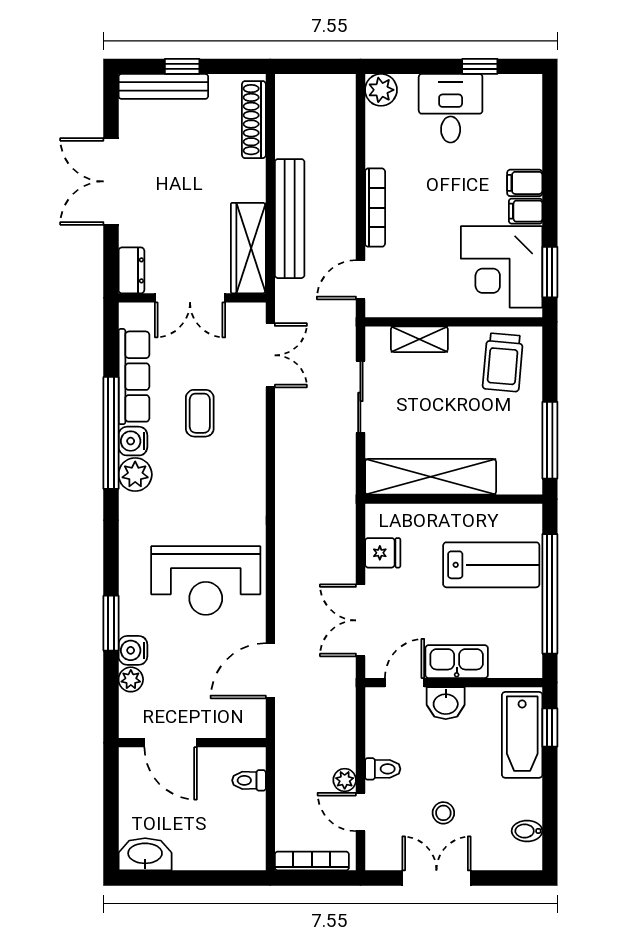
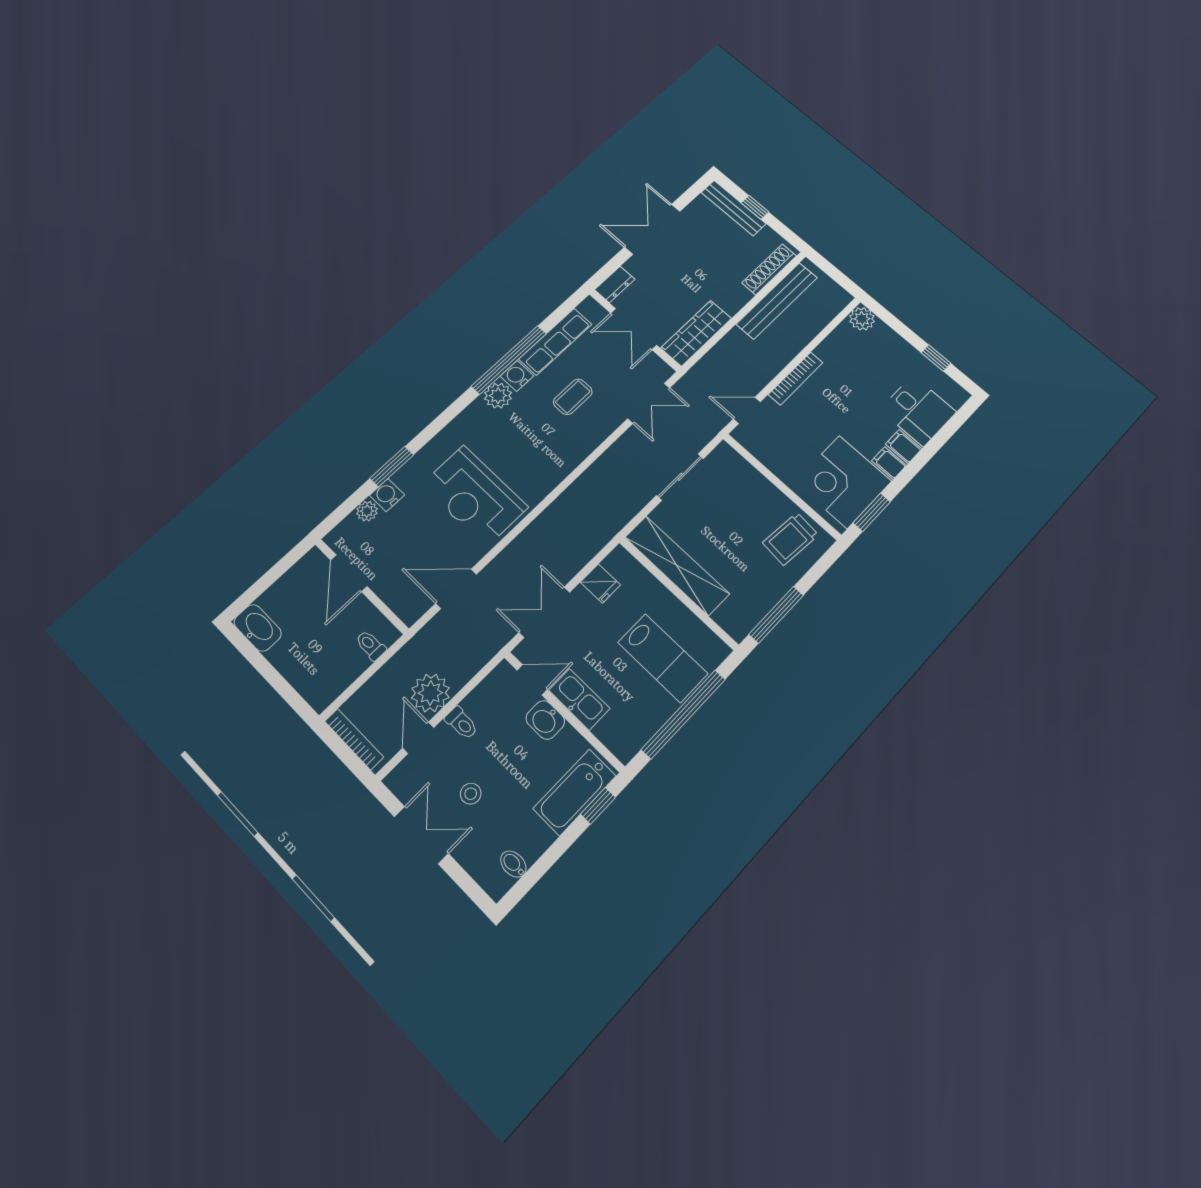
desk: (451, 108) -> (918, 411), moved, turned 90
bench: (290, 219) -> (777, 301), moved
shelving: (419, 339) -> (750, 477), removed
plant: (345, 780) -> (430, 693), width x1.88, depth x1.88

